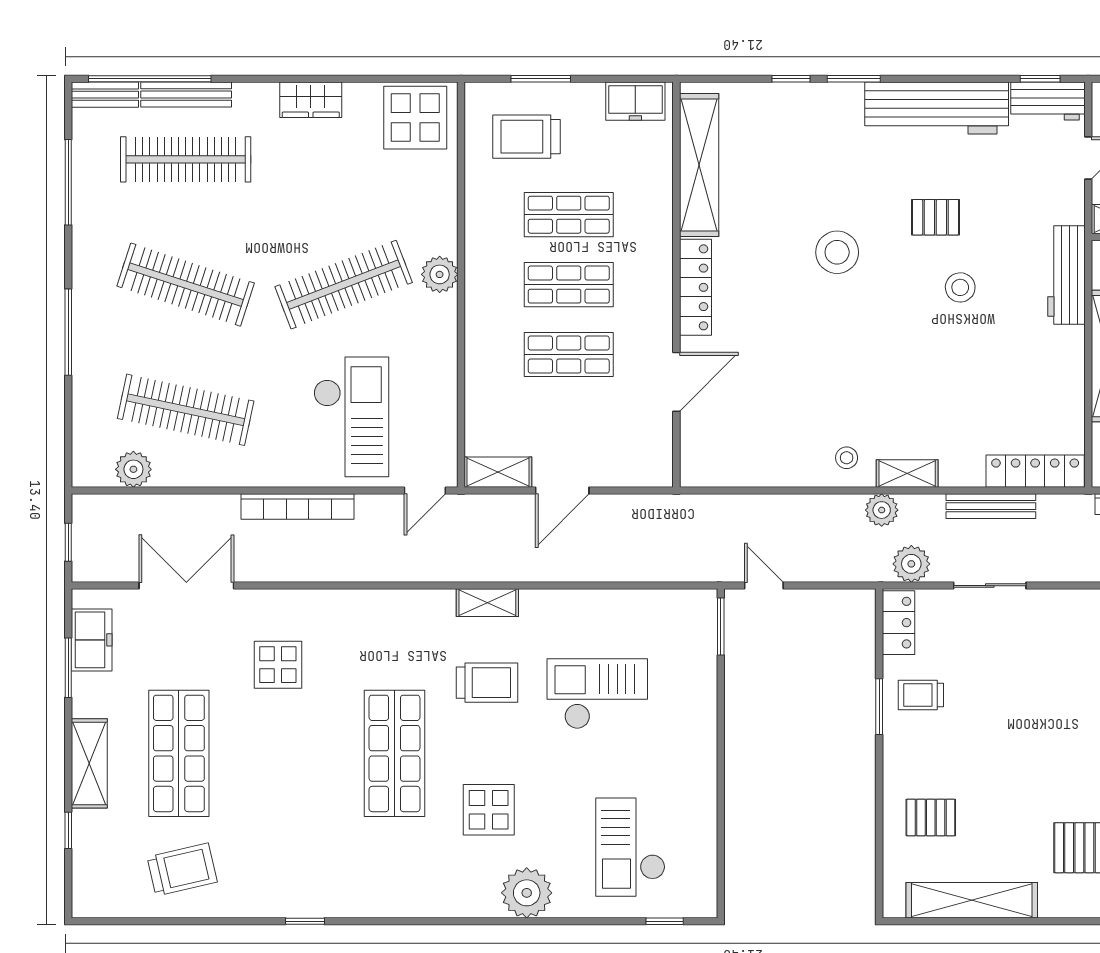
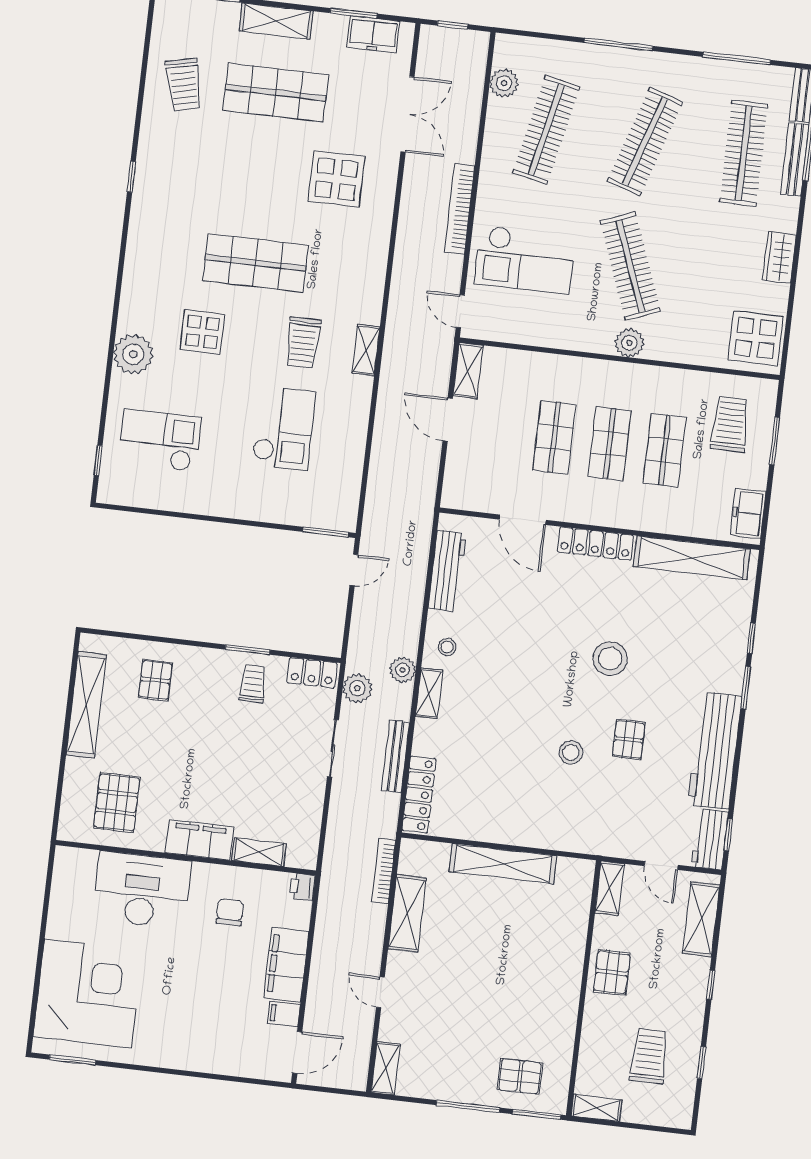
workbench: (1067, 275) -> (447, 571), moved, turned 90
display table: (278, 665) -> (336, 179), width x1.36, depth x1.36

